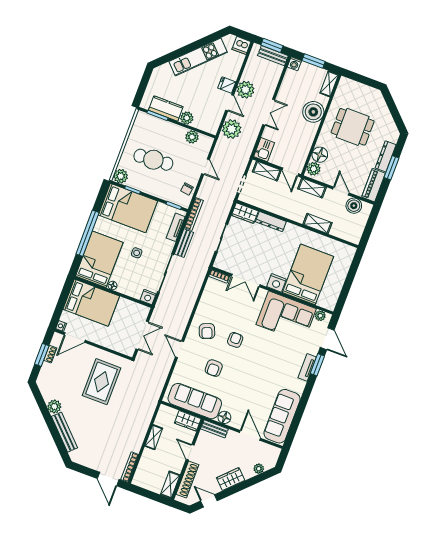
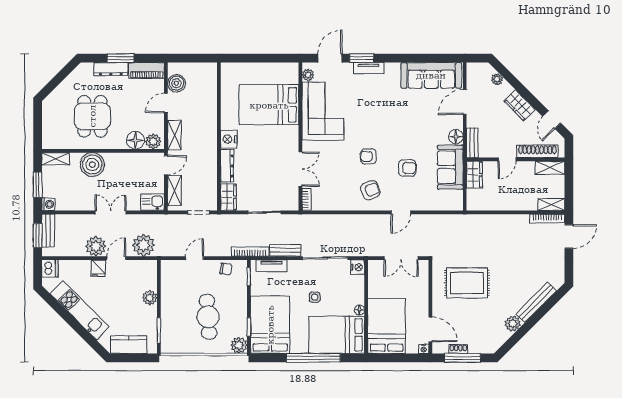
kitchen counter: (166, 109) -> (129, 345), moved, turned 90
plant: (192, 137) -> (168, 285), removed
shelving: (317, 223) -> (210, 115), removed
nightstand: (277, 283) -> (229, 139), moved, turned 180
double door: (142, 335) -> (401, 258), swing flipped
window: (42, 355) -> (462, 358), width x1.44
sofa: (195, 401) -> (450, 167), width x0.73
shelving: (154, 437) -> (551, 205), moved

